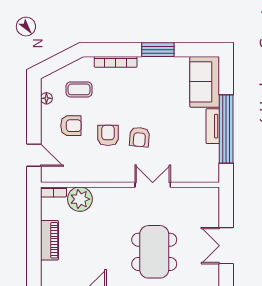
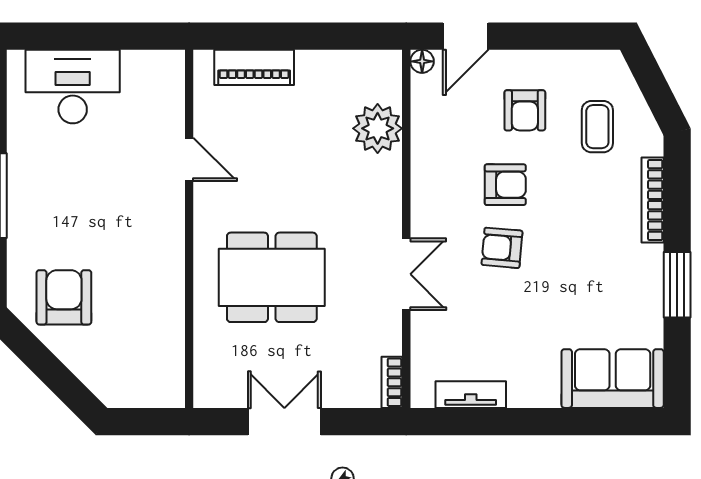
floor lamp: (46, 98) -> (422, 61), moved
tv unit: (213, 126) -> (471, 395), moved
window: (226, 129) -> (518, 422), removed
bookcase: (53, 192) -> (392, 382), moved
piano: (50, 240) -> (254, 67), moved

